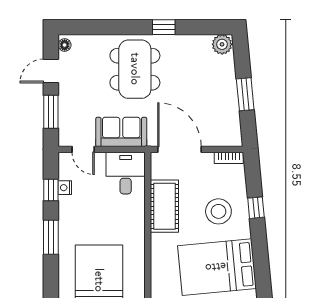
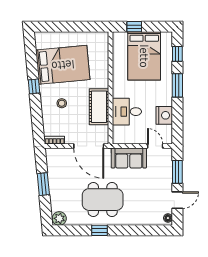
dining table: (135, 69) -> (103, 200), moved, turned 90
desk: (126, 173) -> (127, 112), moved, turned 90
nightstand: (65, 188) -> (164, 115), width x1.89, depth x1.79
window: (51, 190) -> (177, 54), moved
window: (256, 208) -> (34, 86), moved
stool: (218, 211) -> (62, 103), width x0.53, depth x0.53

